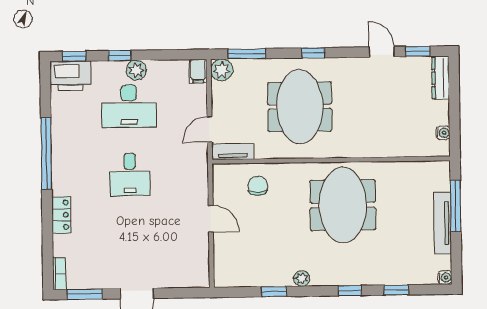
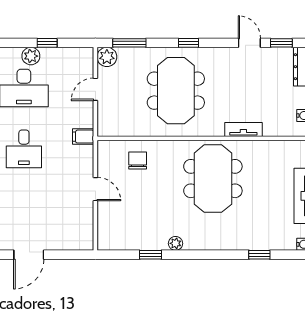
window: (120, 56) -> (47, 43), moved
filing cabinet: (198, 71) -> (83, 137), moved, turned 90
door: (210, 130) -> (95, 89), moved
tv unit: (233, 152) -> (243, 130), moved
window: (350, 291) -> (218, 255), removed

